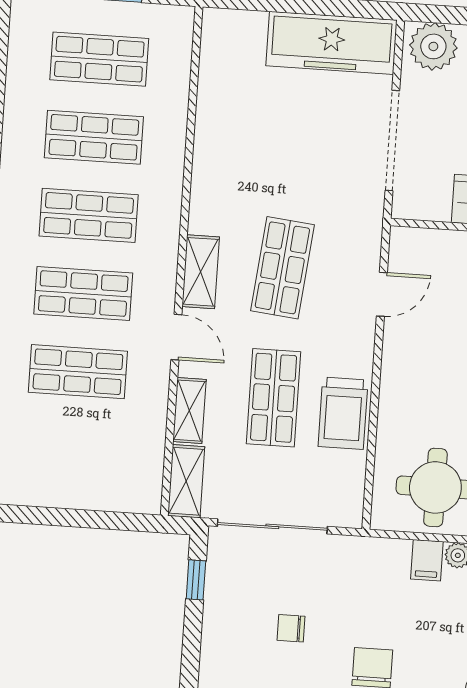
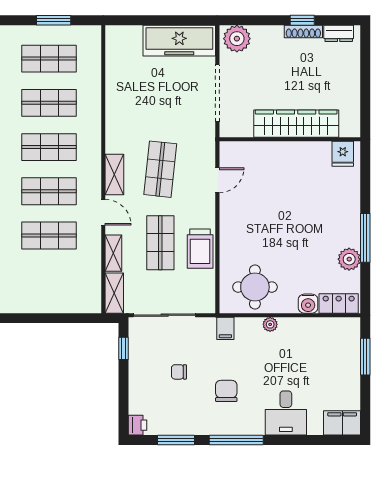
filing cabinet: (427, 560) -> (225, 328), moved

